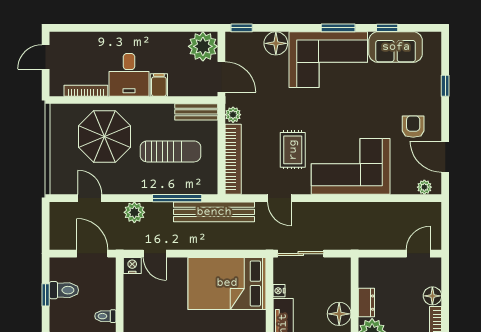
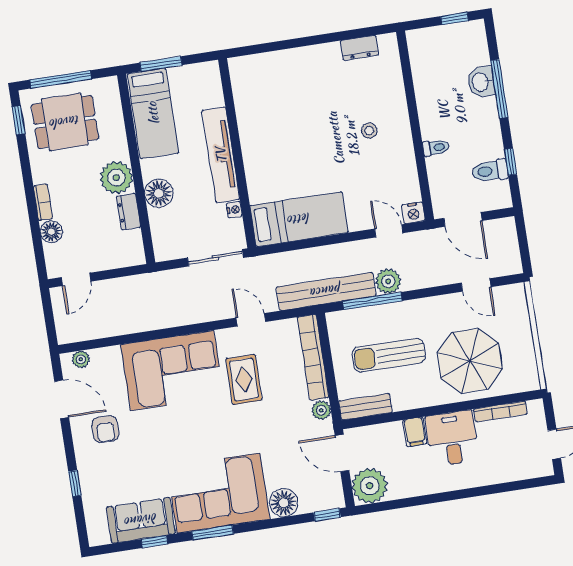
plant: (134, 212) -> (388, 281), moved
bed: (227, 283) -> (299, 219), width x0.67

